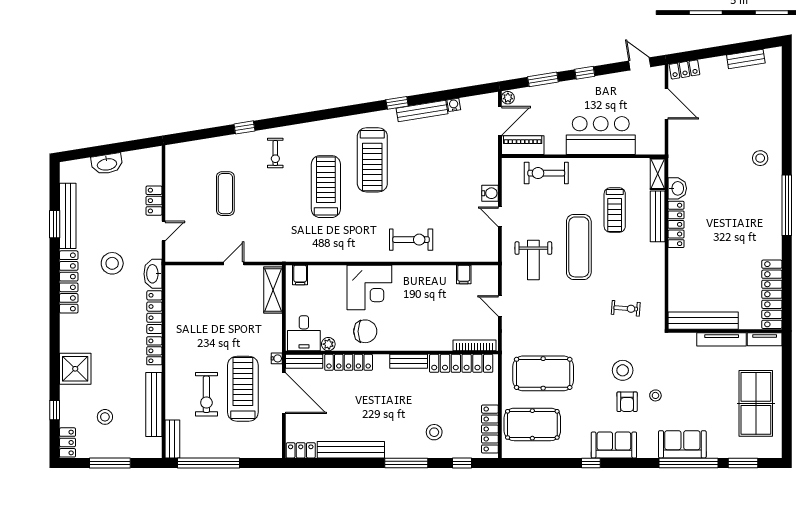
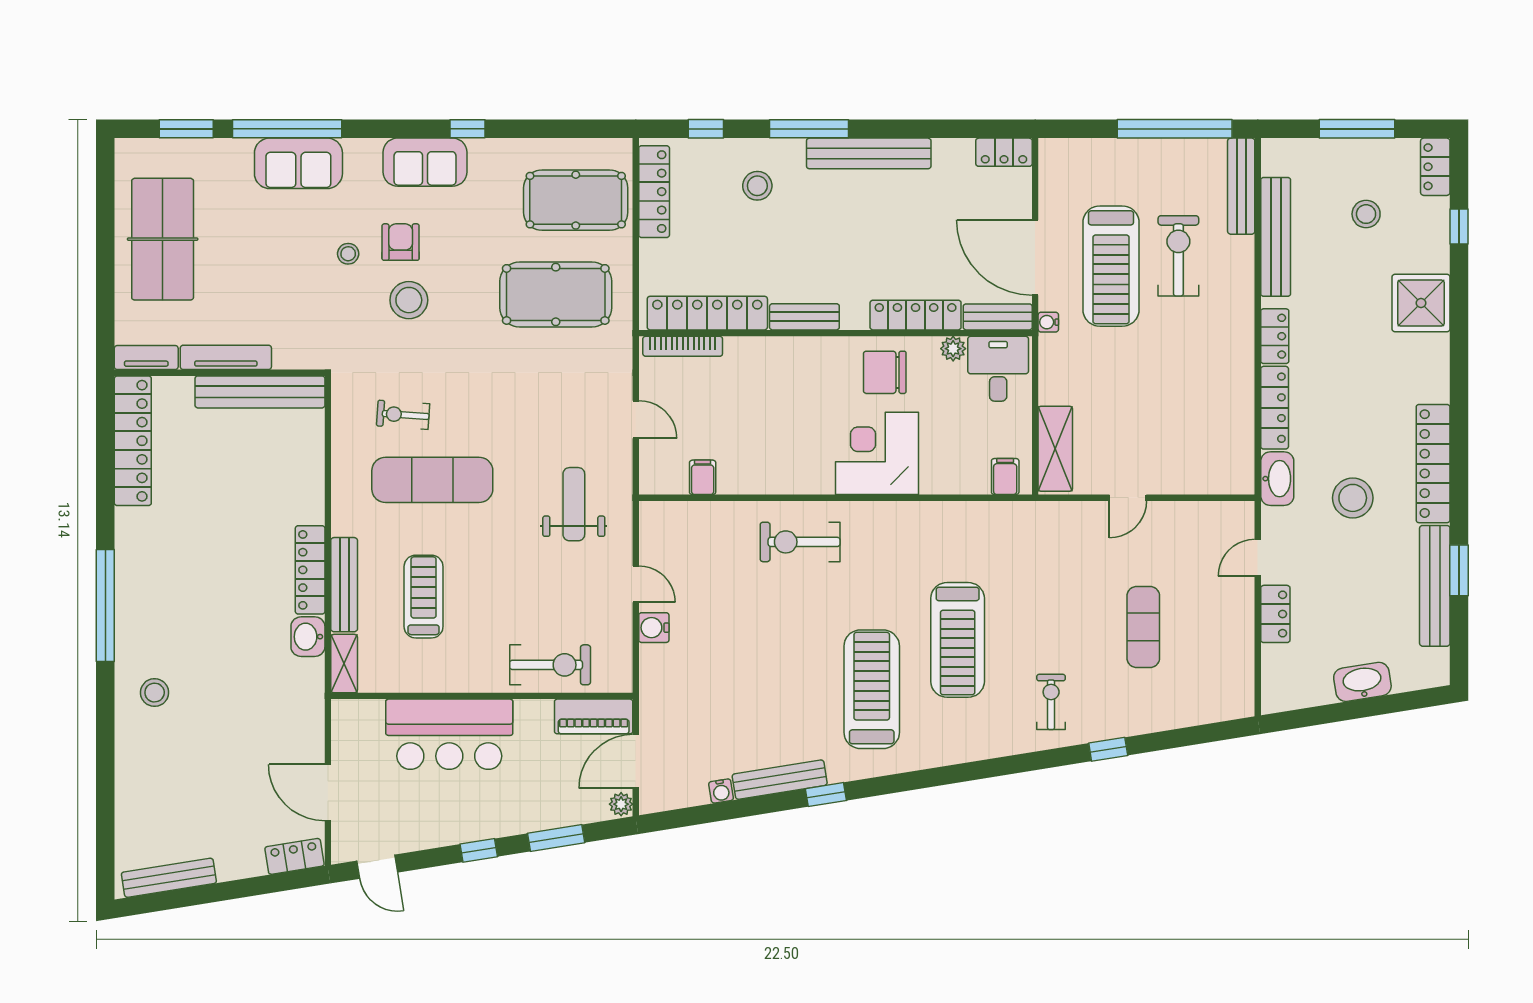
bench: (746, 59) -> (169, 878), width x1.36
exercise mat: (579, 247) -> (432, 480), moved, turned 90
bench: (172, 439) -> (1241, 186), width x1.36
bench: (351, 450) -> (869, 153), moved

